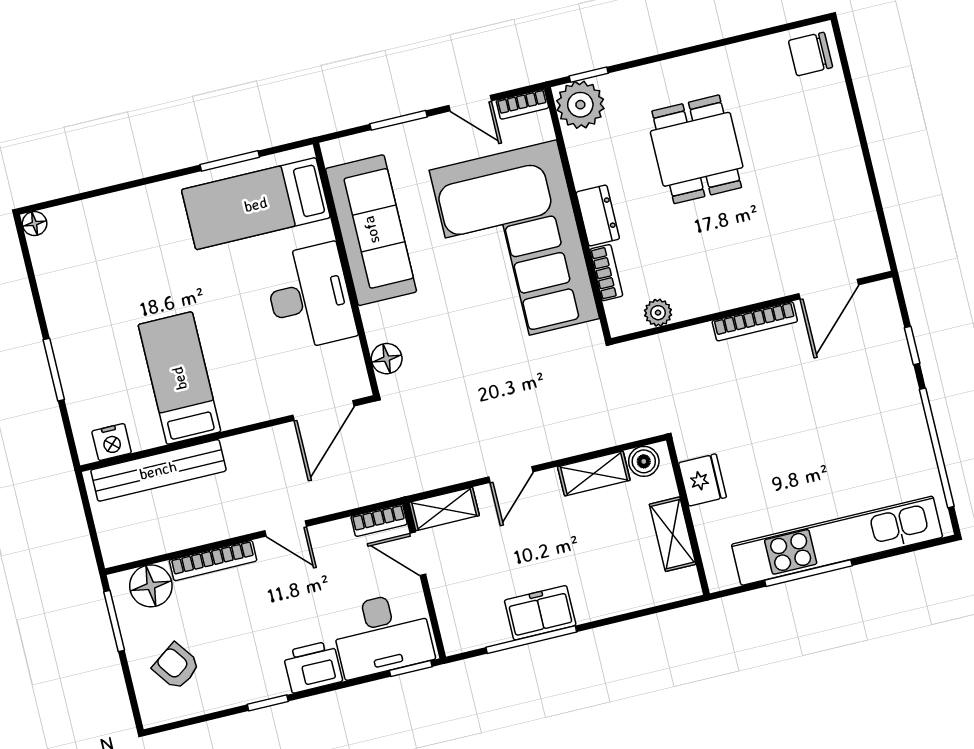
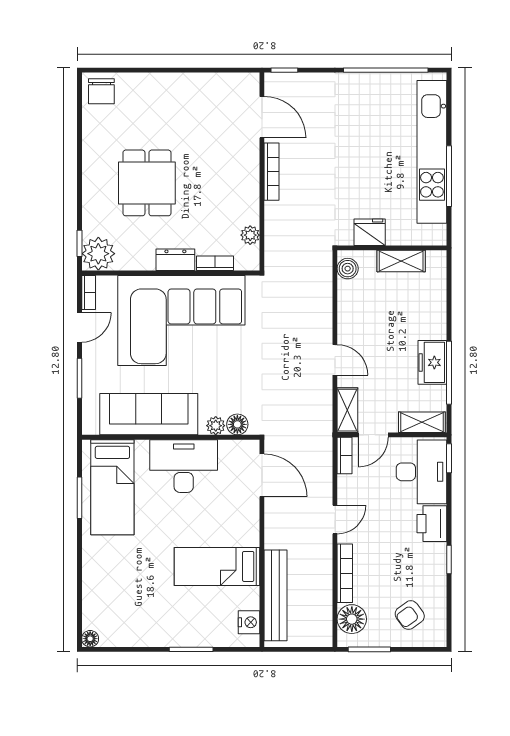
dining table: (697, 149) -> (147, 183), turned 90
plant: (378, 328) -> (216, 426), added
window: (912, 345) -> (284, 70), moved
shelving: (594, 473) -> (422, 422), moved, turned 90

